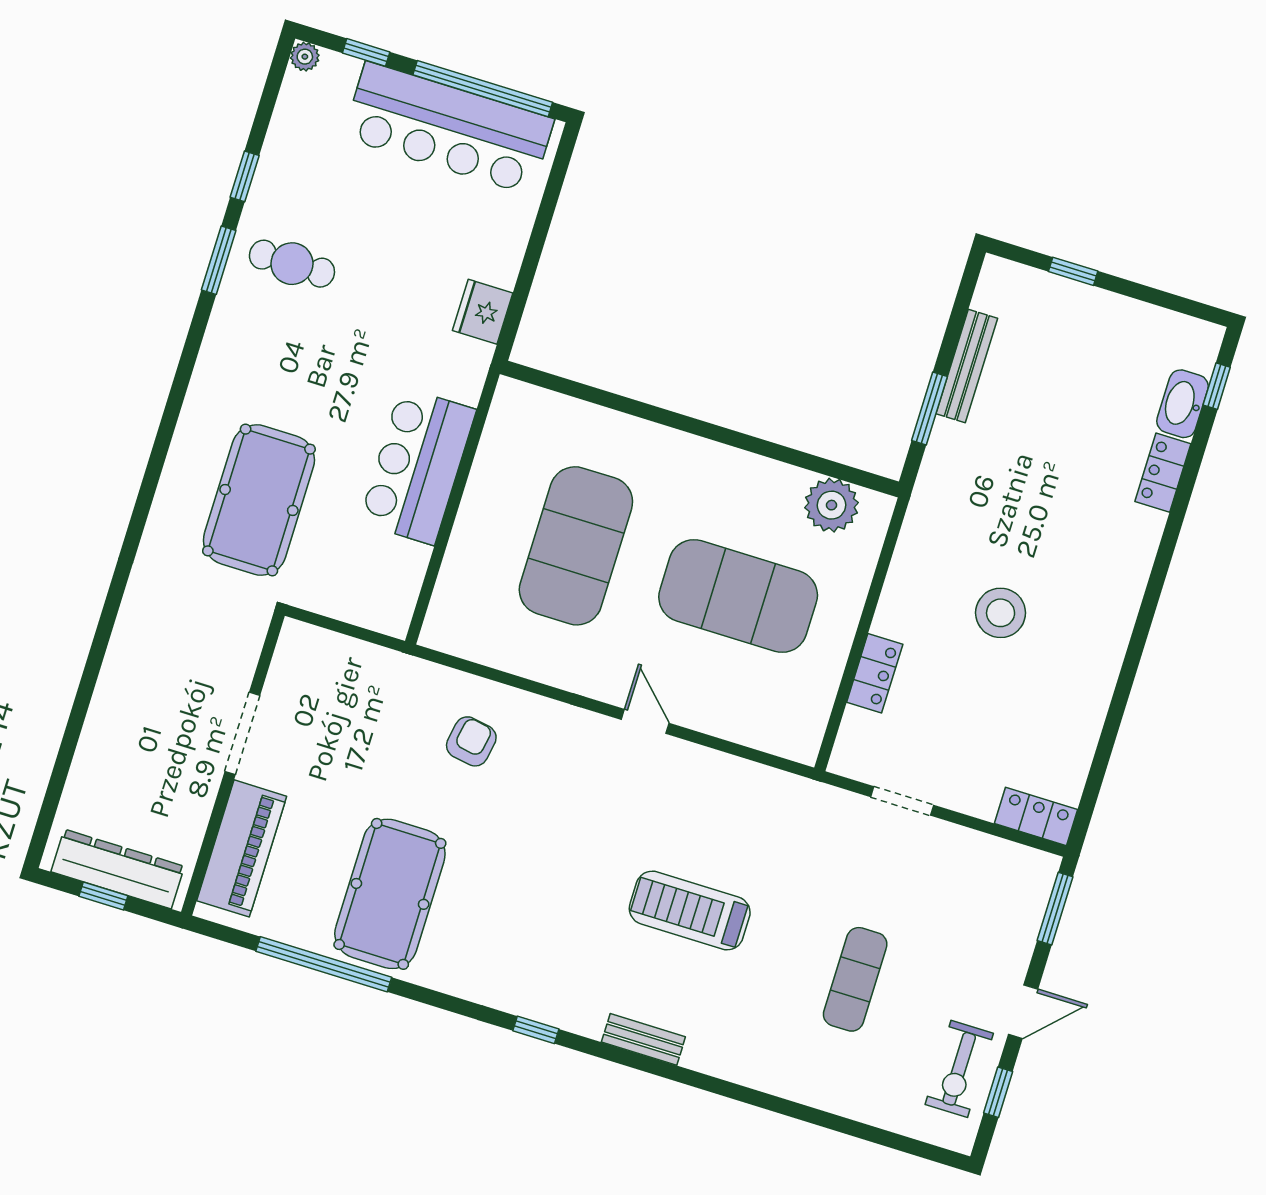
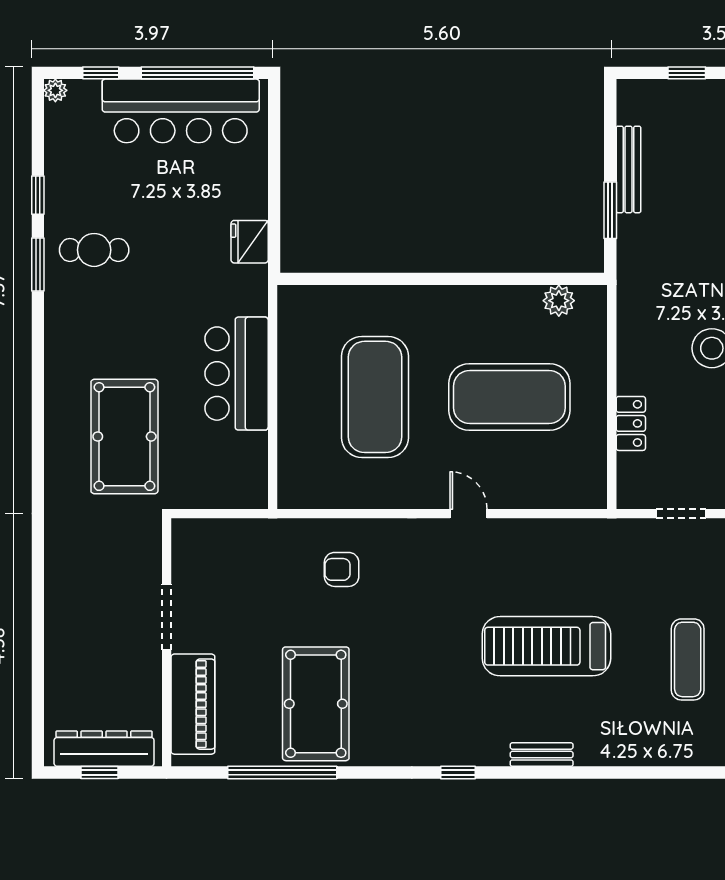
plant: (832, 505) -> (559, 301), width x0.73, depth x0.73
armchair: (471, 741) -> (342, 569), turned -100
treadmill: (690, 911) -> (546, 646), width x1.37, depth x1.38

